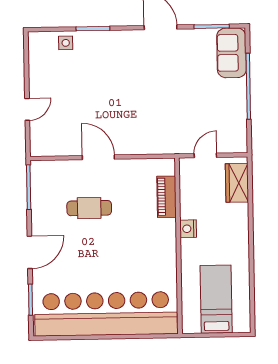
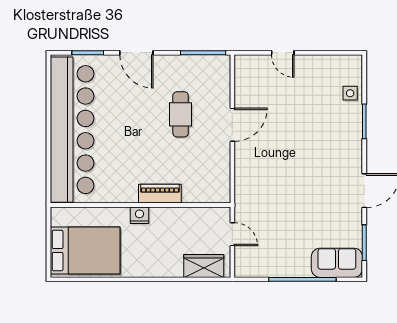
piano: (167, 197) -> (160, 194), moved
nightstand: (188, 229) -> (140, 215), moved
bed: (216, 299) -> (85, 250), width x1.50

